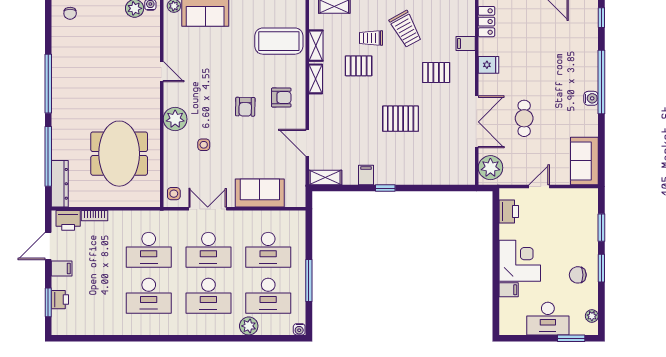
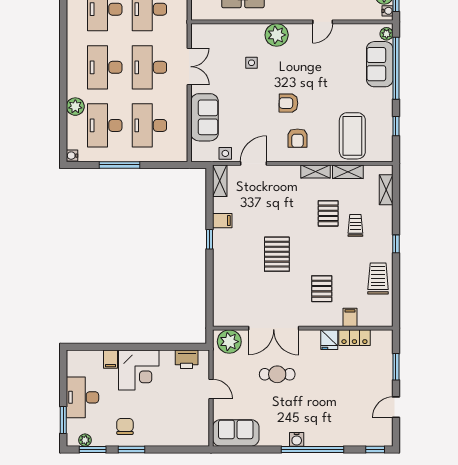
locker: (486, 22) -> (354, 338), moved
trolley: (406, 29) -> (378, 278), moved, turned 119
side table: (174, 194) -> (225, 153), moved
window: (601, 228) -> (93, 449), moved

